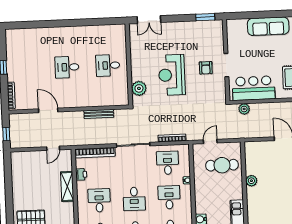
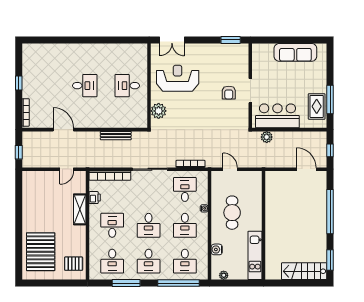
desk: (67, 67) -> (85, 86), turned 180
reception desk: (172, 75) -> (178, 78), moved, turned 90
door: (210, 141) -> (230, 169), hinge flipped
cafe table: (222, 165) -> (232, 213), moved, turned 90
plant: (251, 181) -> (271, 212), removed
desk: (169, 197) -> (185, 225), turned 180

